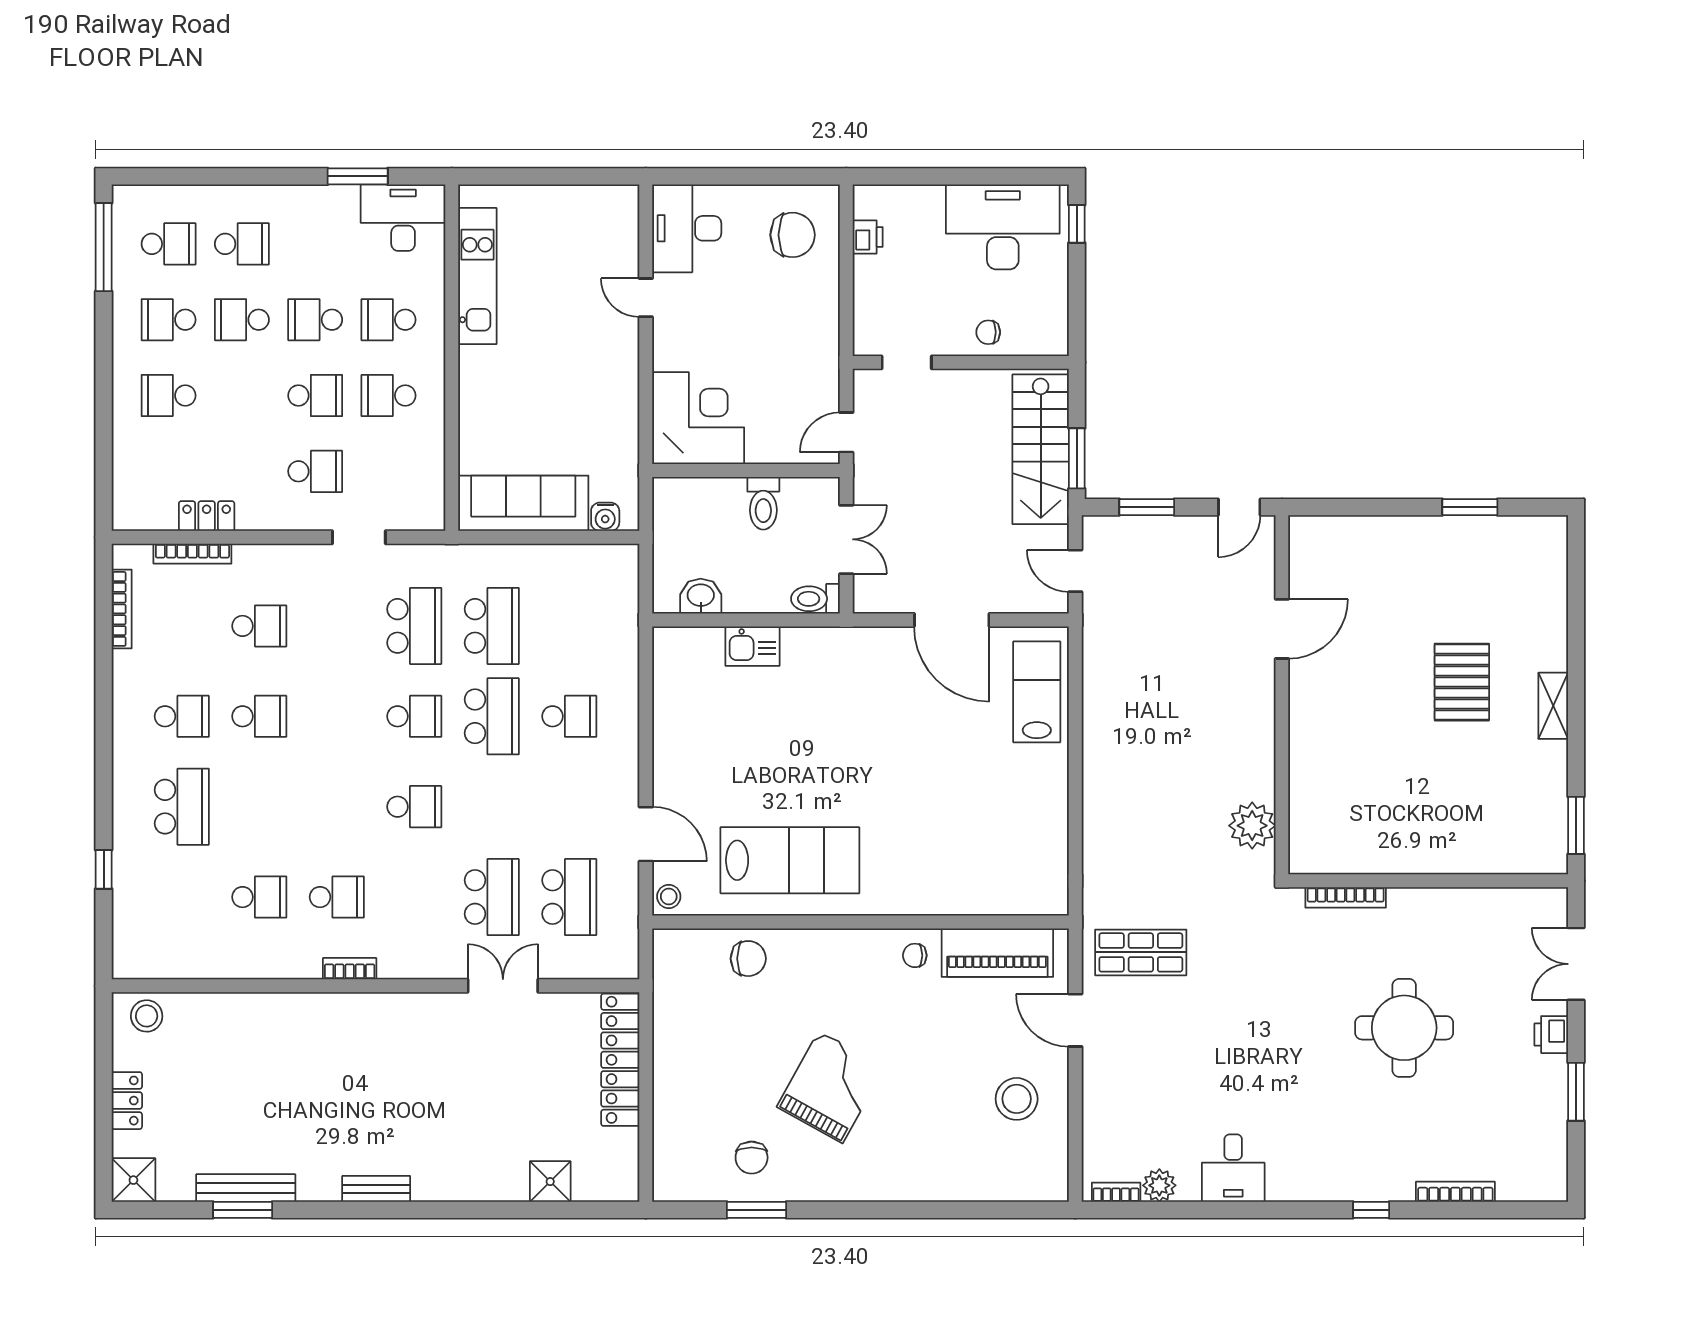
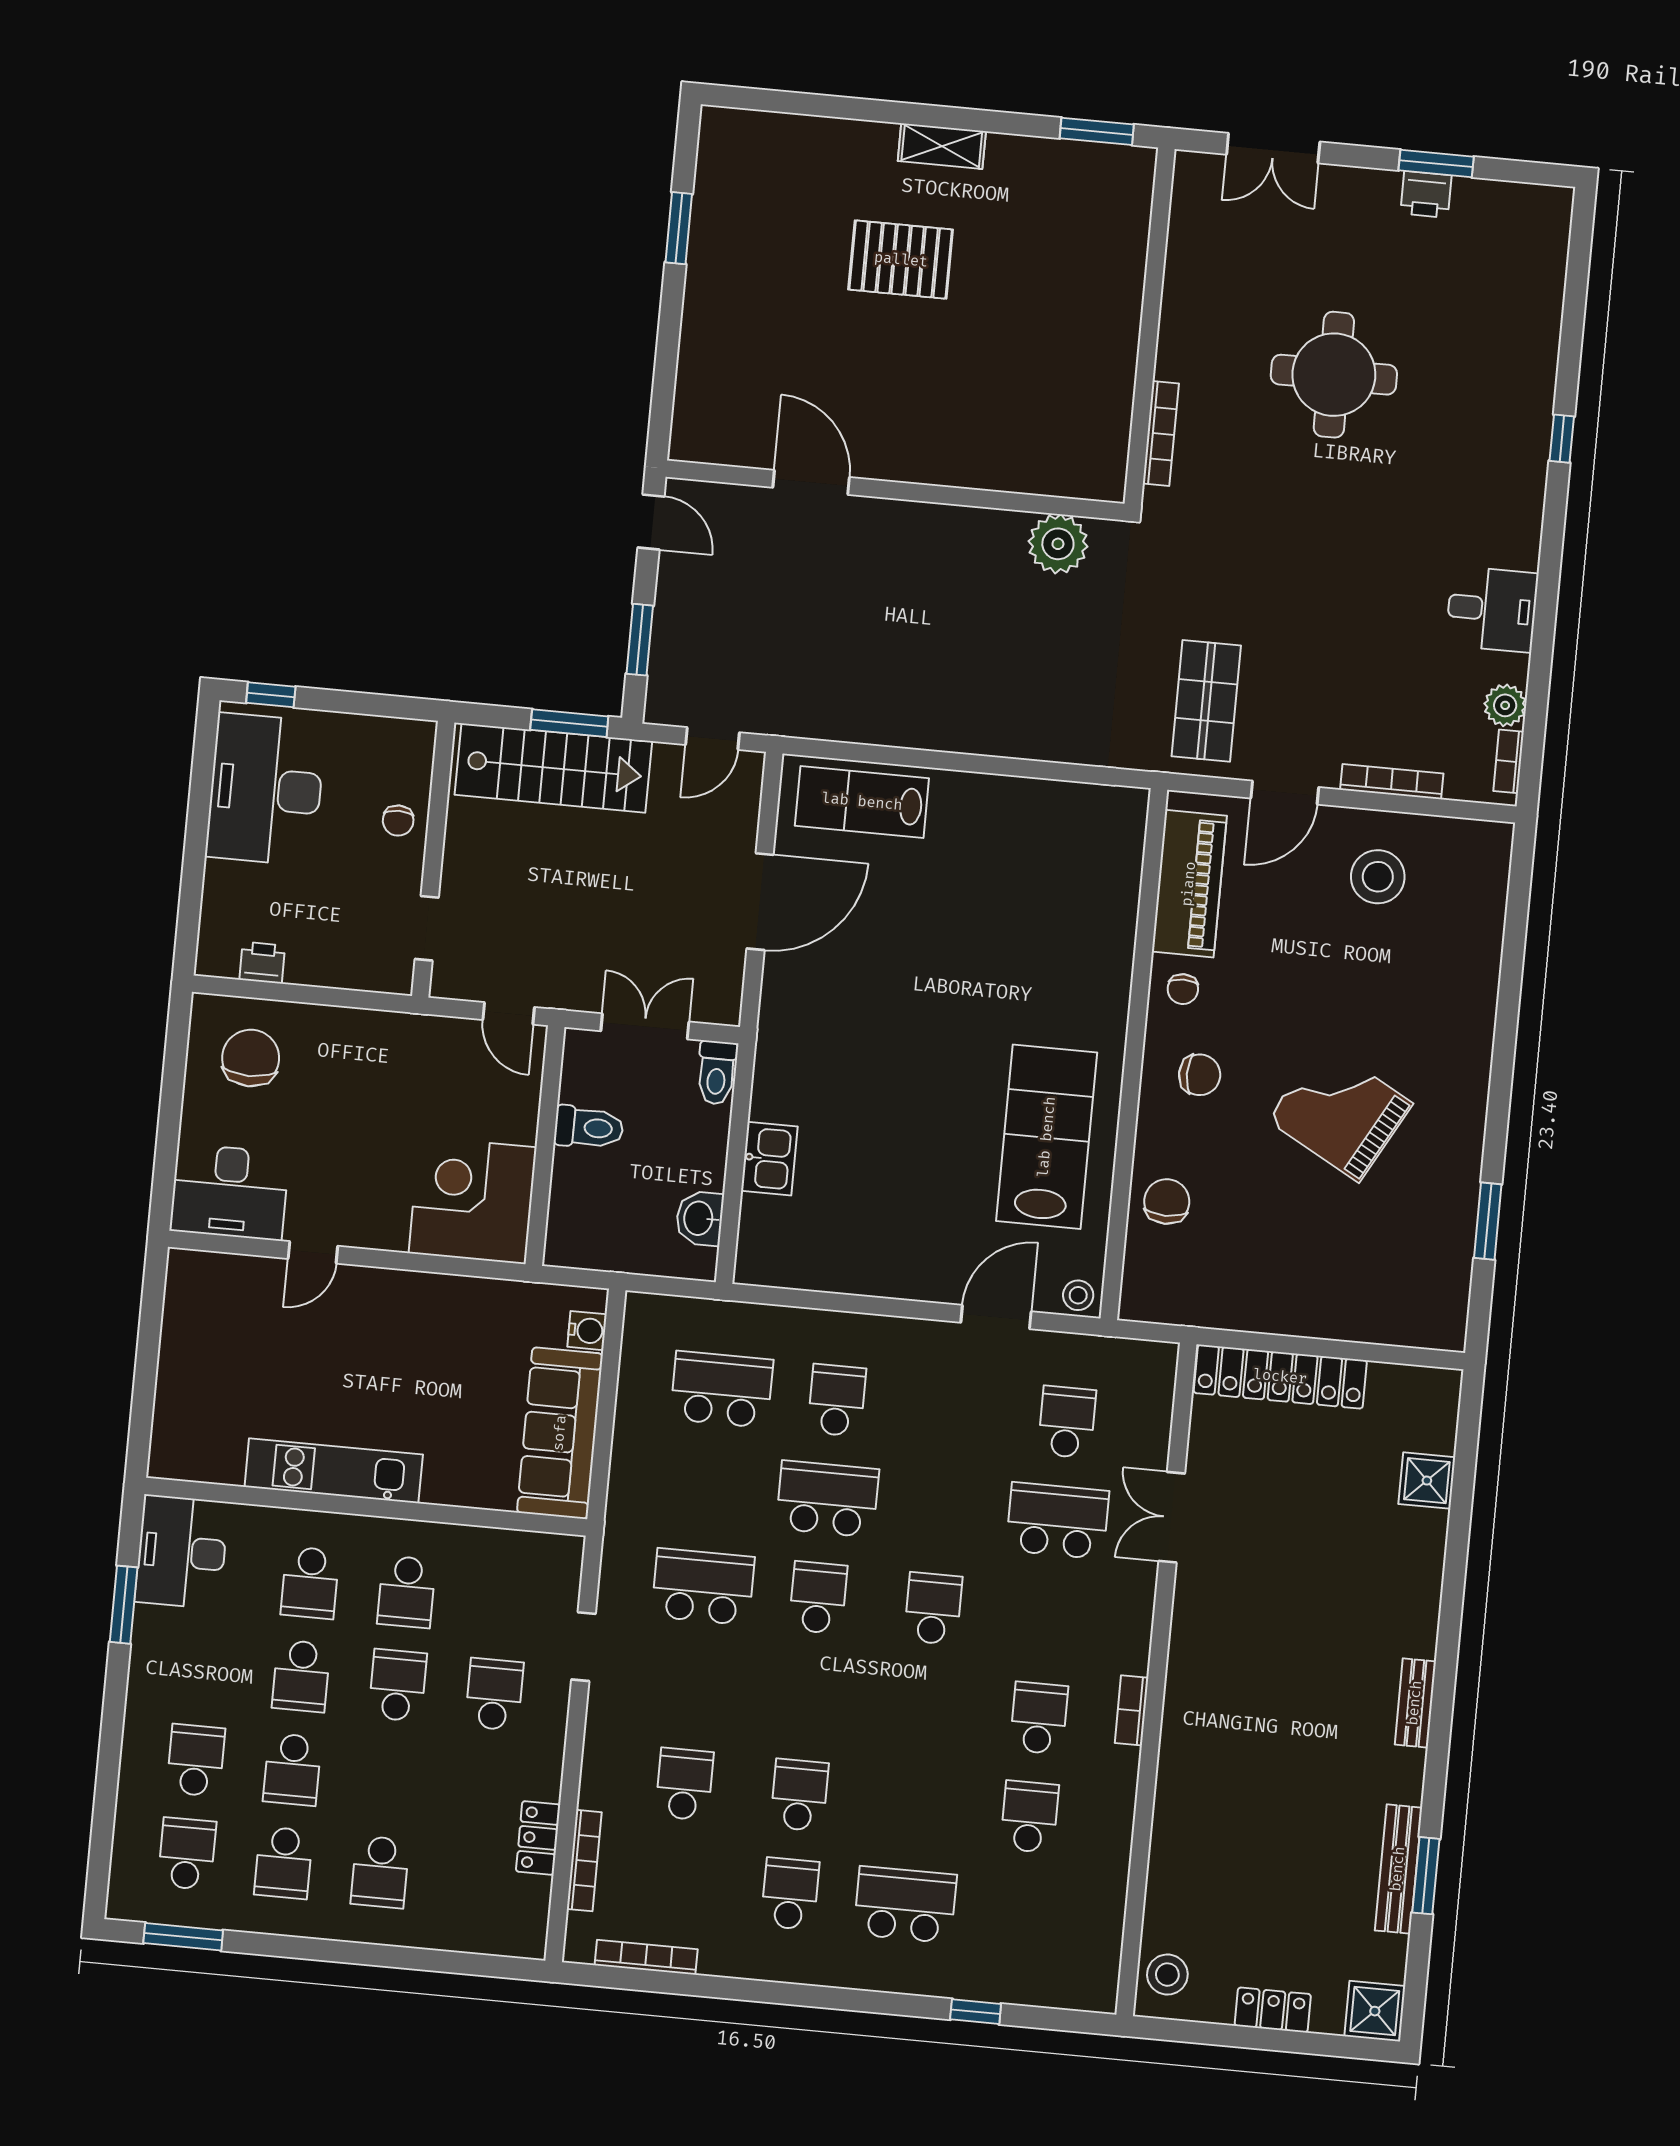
window: (104, 247) -> (183, 1937), width x0.69
kitchen unit: (477, 276) -> (334, 1471), moved
school desk: (492, 626) -> (722, 1389), moved
school desk: (569, 897) -> (1067, 1422), width x0.54
printer: (1551, 1035) -> (1426, 194), moved
chair: (752, 1158) -> (1200, 1075), moved
bookcase: (1455, 1192) -> (1392, 782), moved, turned 90

